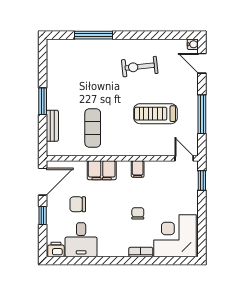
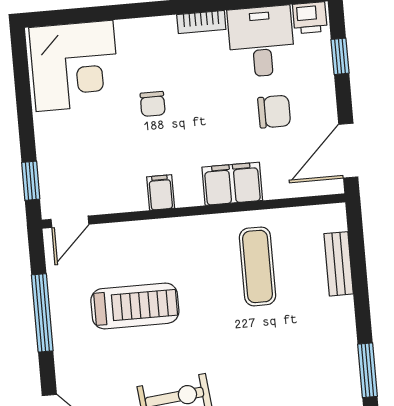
window: (43, 101) -> (367, 370), moved
door: (184, 158) -> (70, 222), hinge flipped
window: (43, 215) -> (340, 56), moved
bookcase: (141, 252) -> (201, 22), moved

